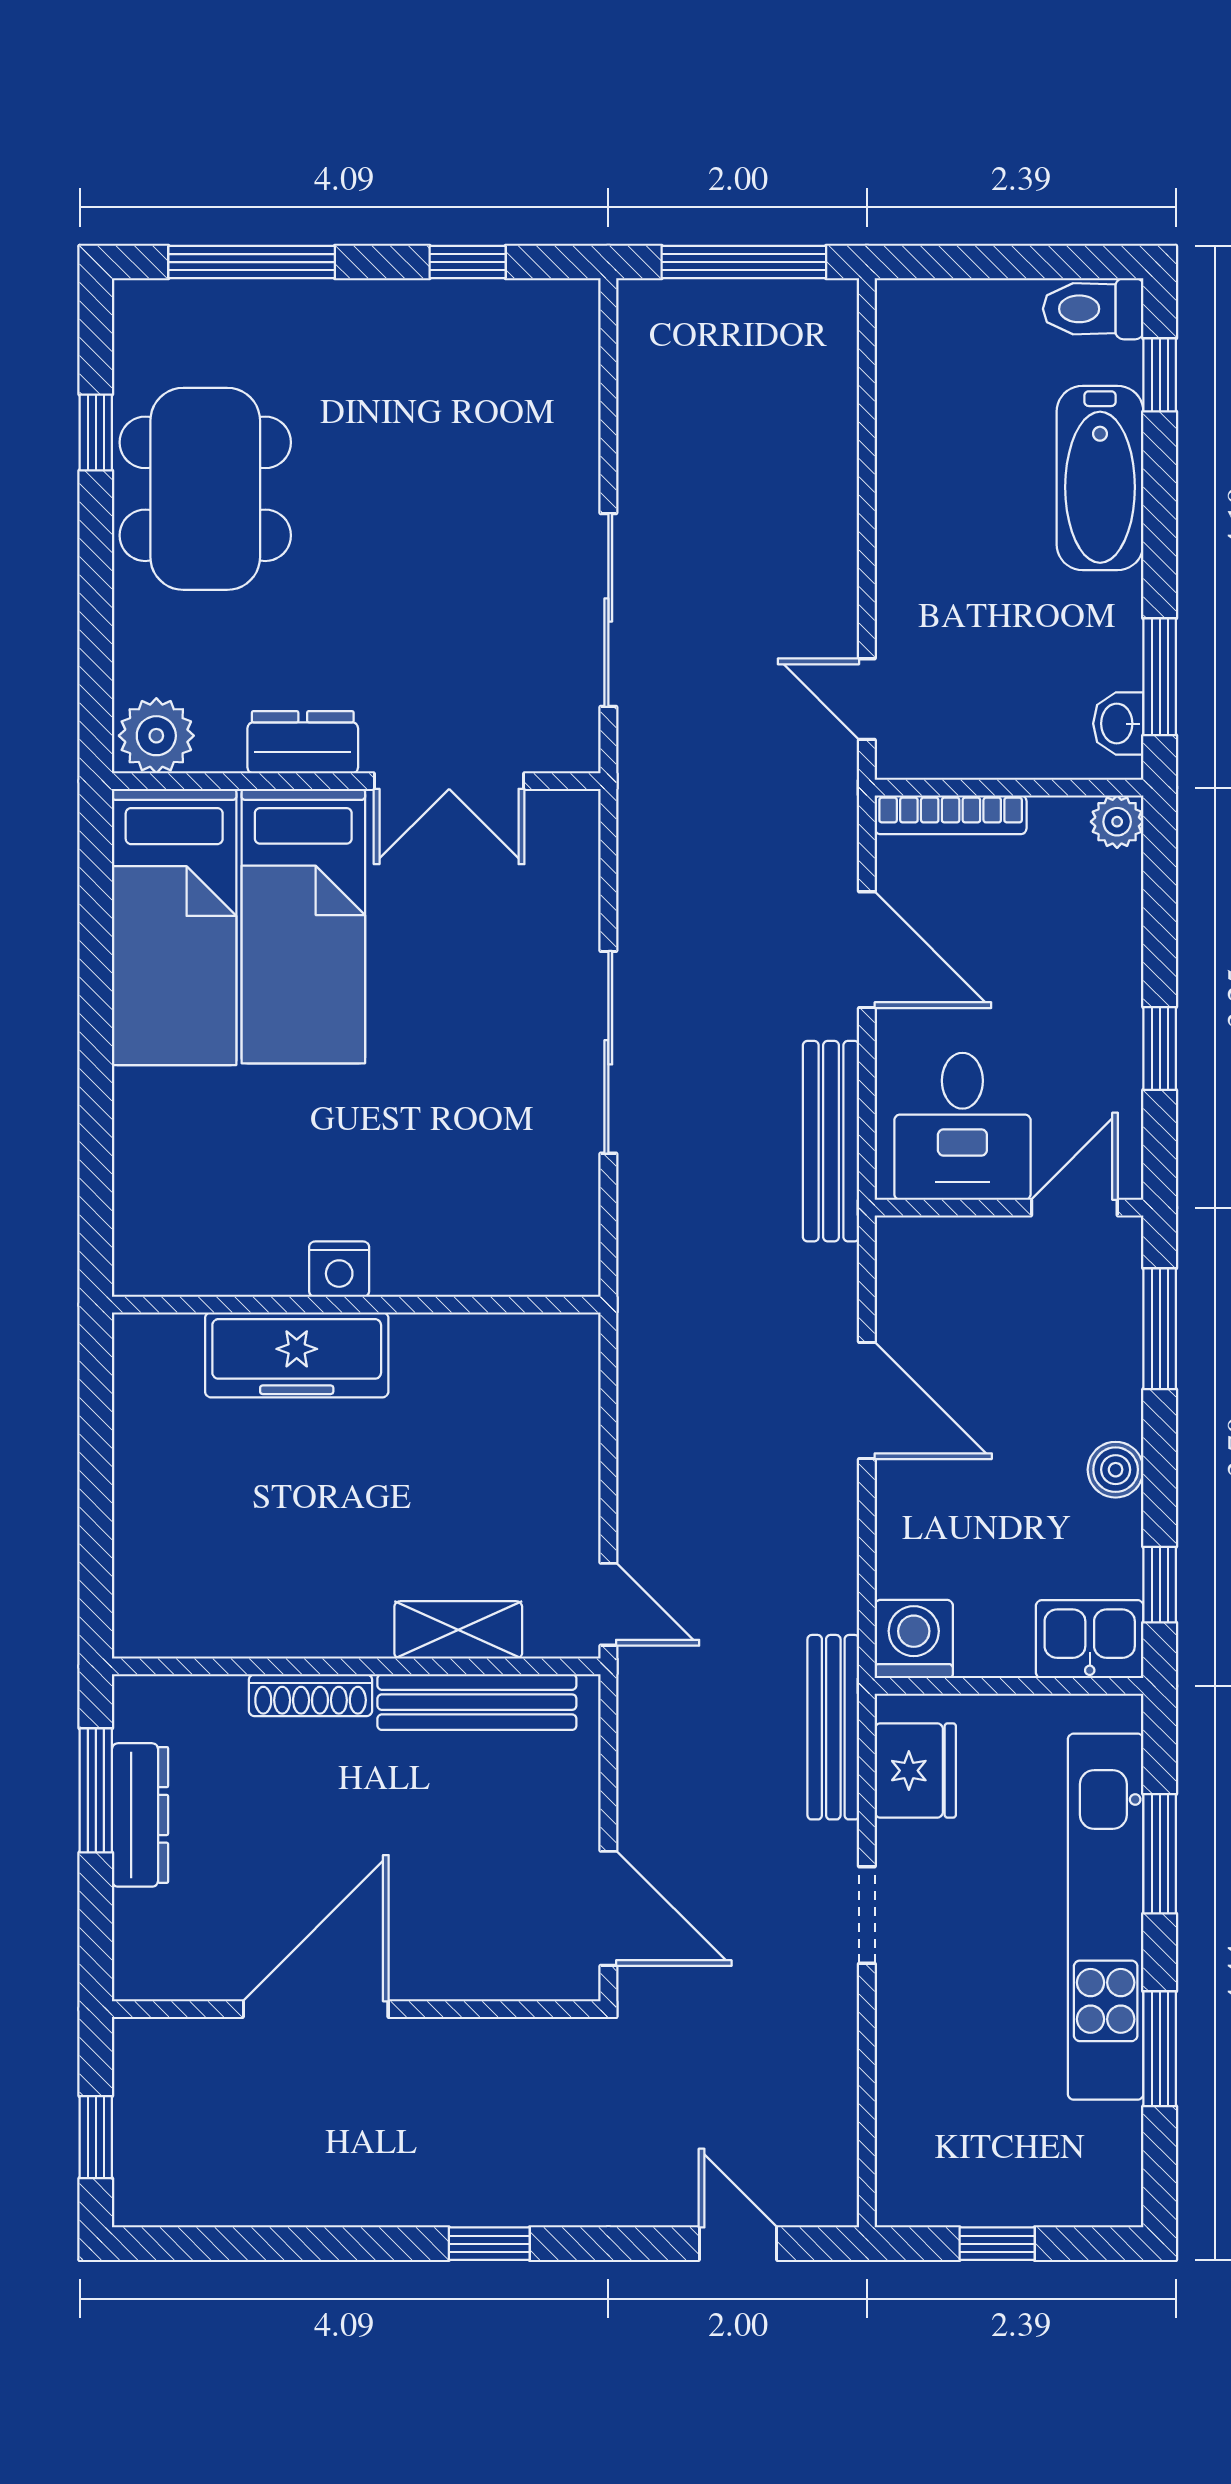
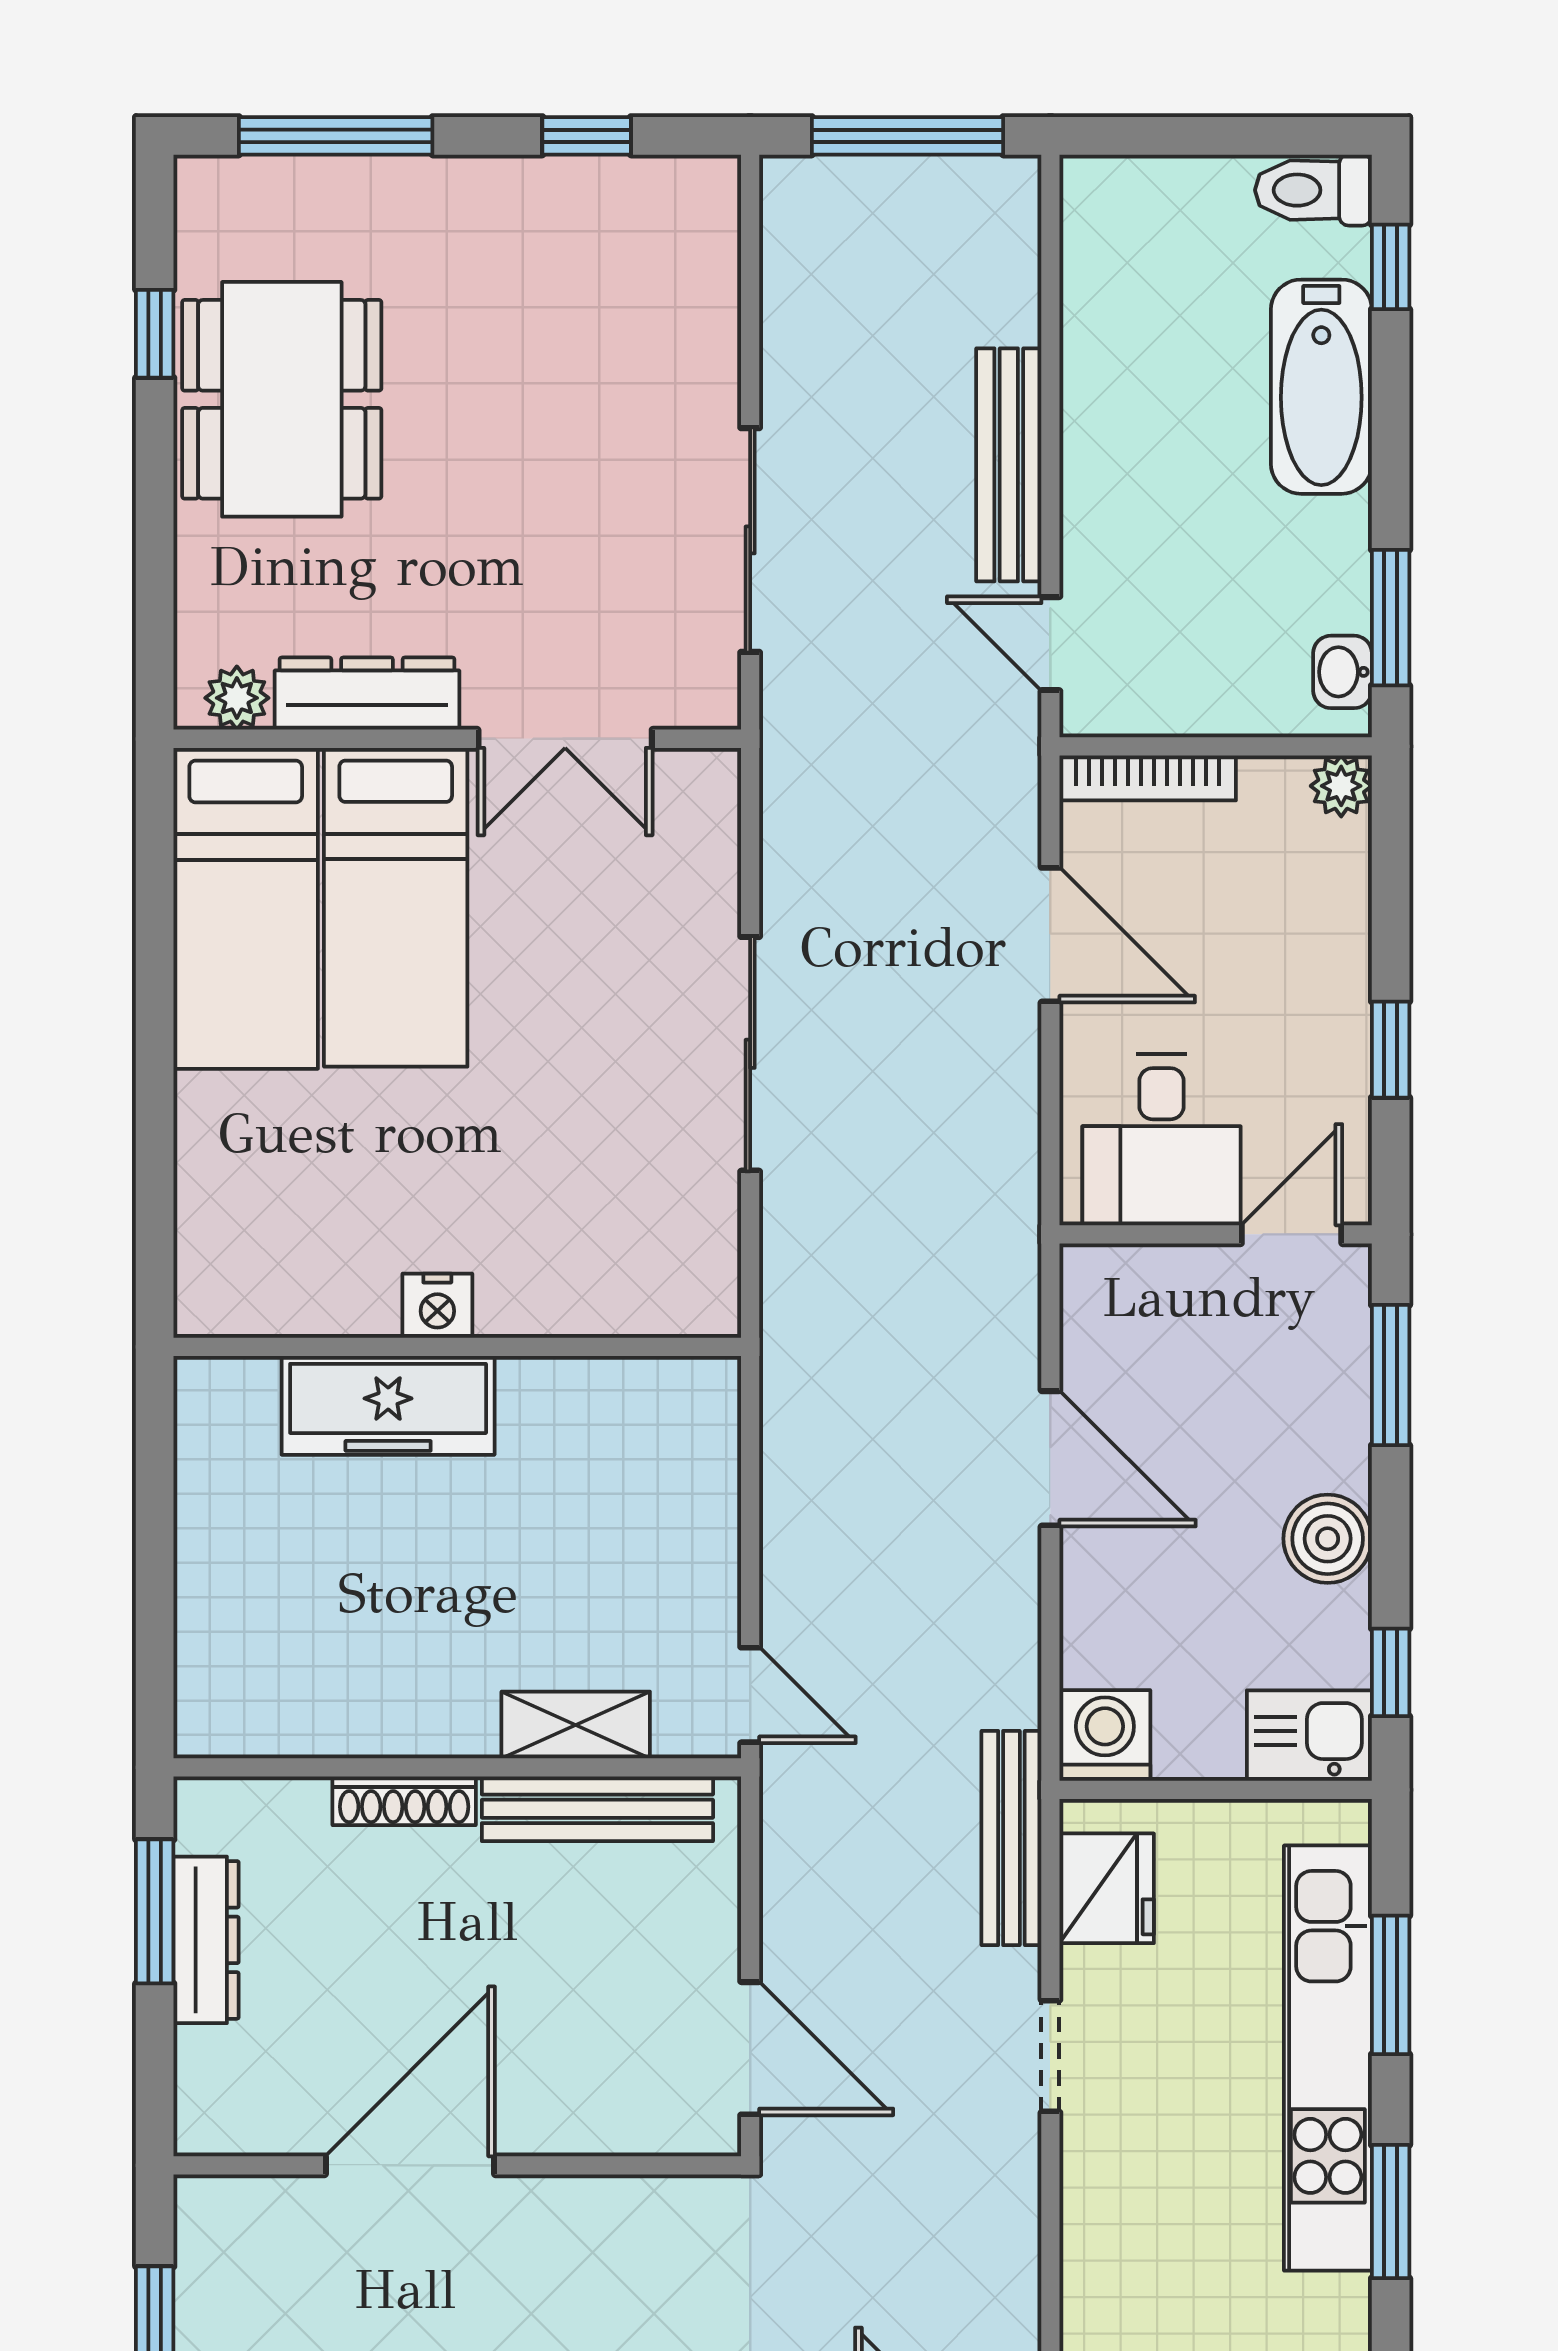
plant: (156, 736) -> (237, 698), width x0.73, depth x0.73
dresser: (303, 742) -> (367, 694), width x1.44
bench: (831, 1141) -> (1009, 465), moved
boiler: (1116, 1470) -> (1328, 1539), width x1.36, depth x1.36

